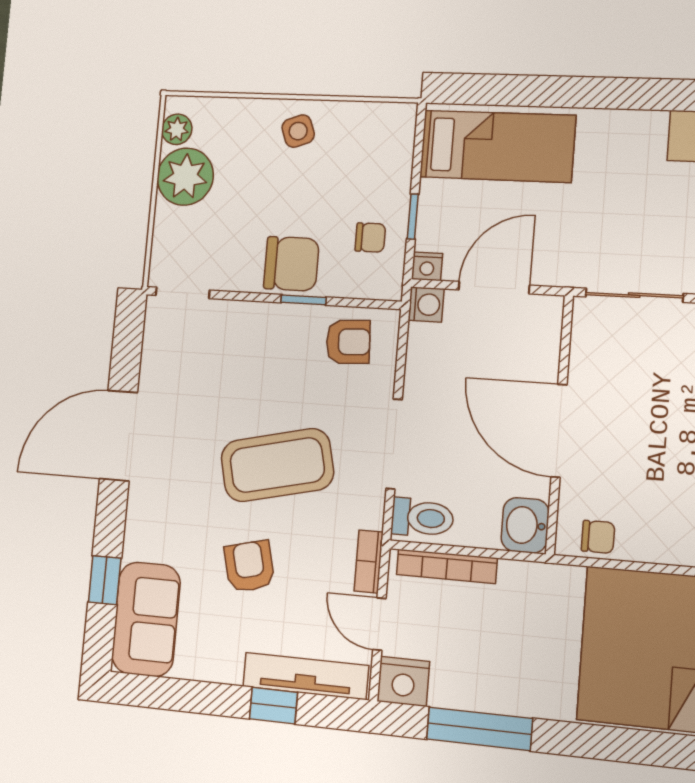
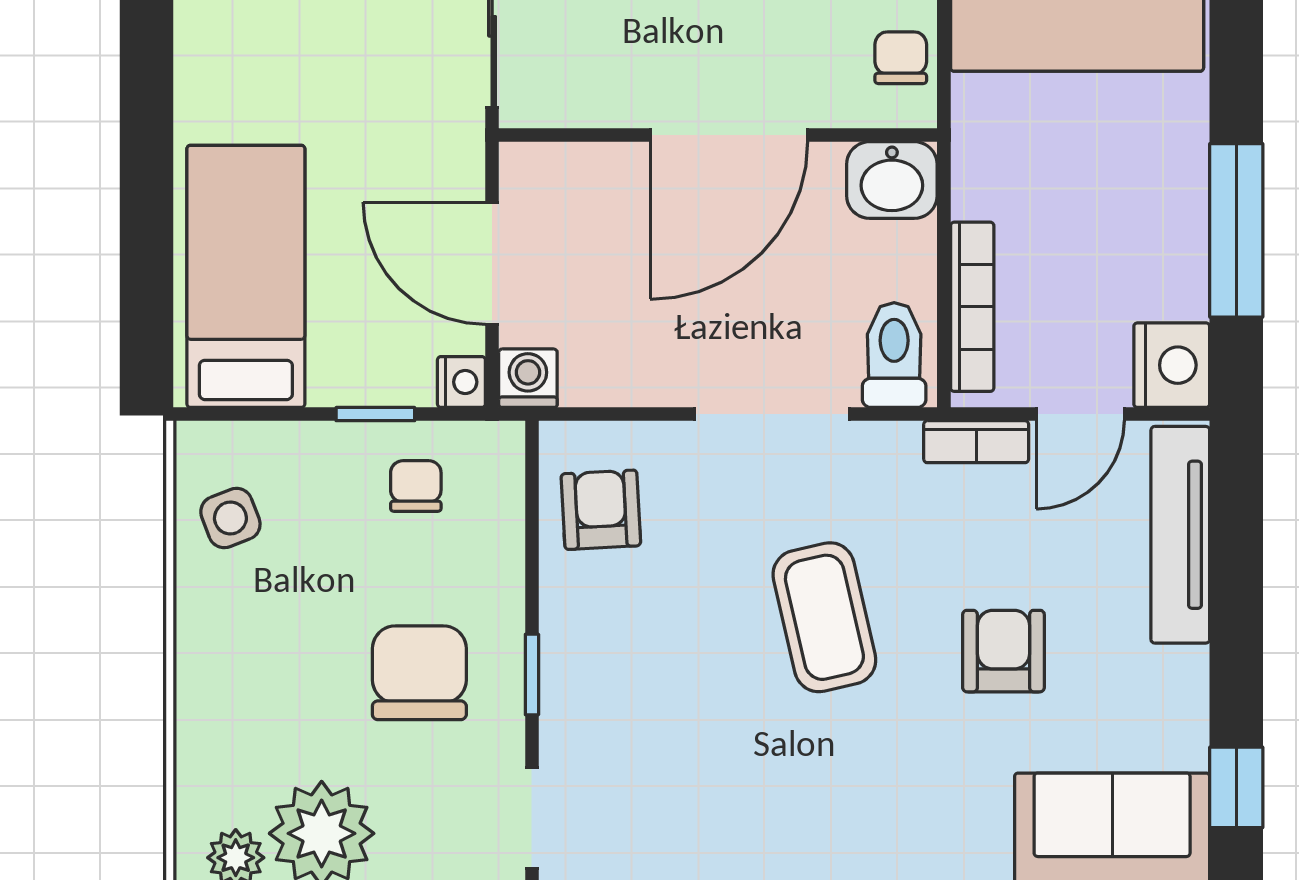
side table: (298, 131) -> (230, 518), moved
chair: (291, 264) -> (419, 673), moved
window: (303, 300) -> (532, 674), moved
coffee table: (277, 465) -> (824, 617), width x0.73, depth x0.76
armchair: (249, 566) -> (1003, 651), turned 104
window: (273, 706) -> (1236, 787), moved

